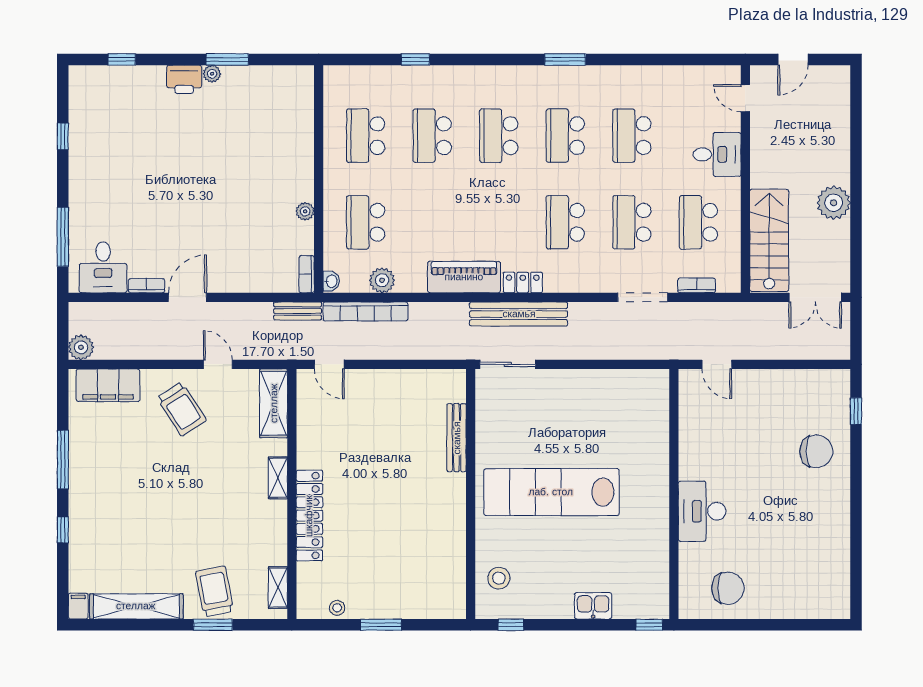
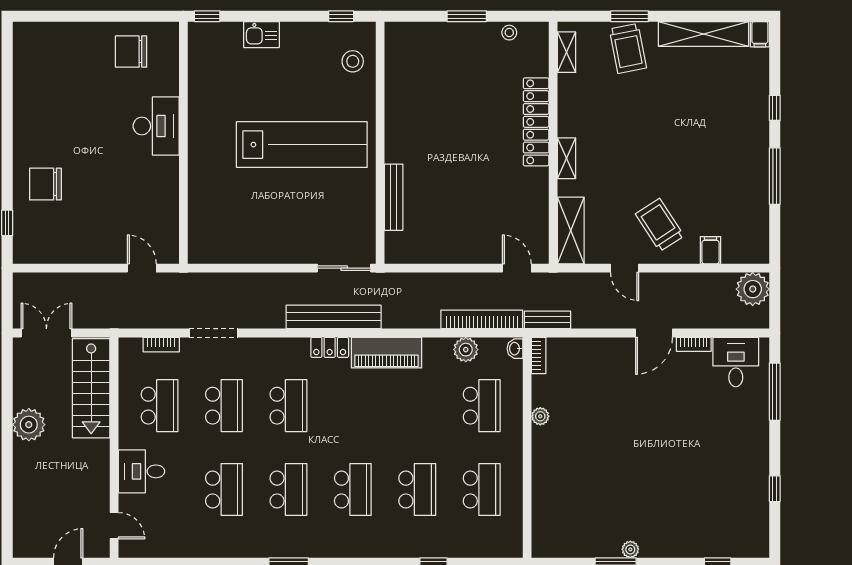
printer: (184, 79) -> (657, 544), removed
plant: (81, 347) -> (753, 289), width x1.36, depth x1.36
filing cabinet: (108, 385) -> (711, 250), width x0.33, depth x0.86

